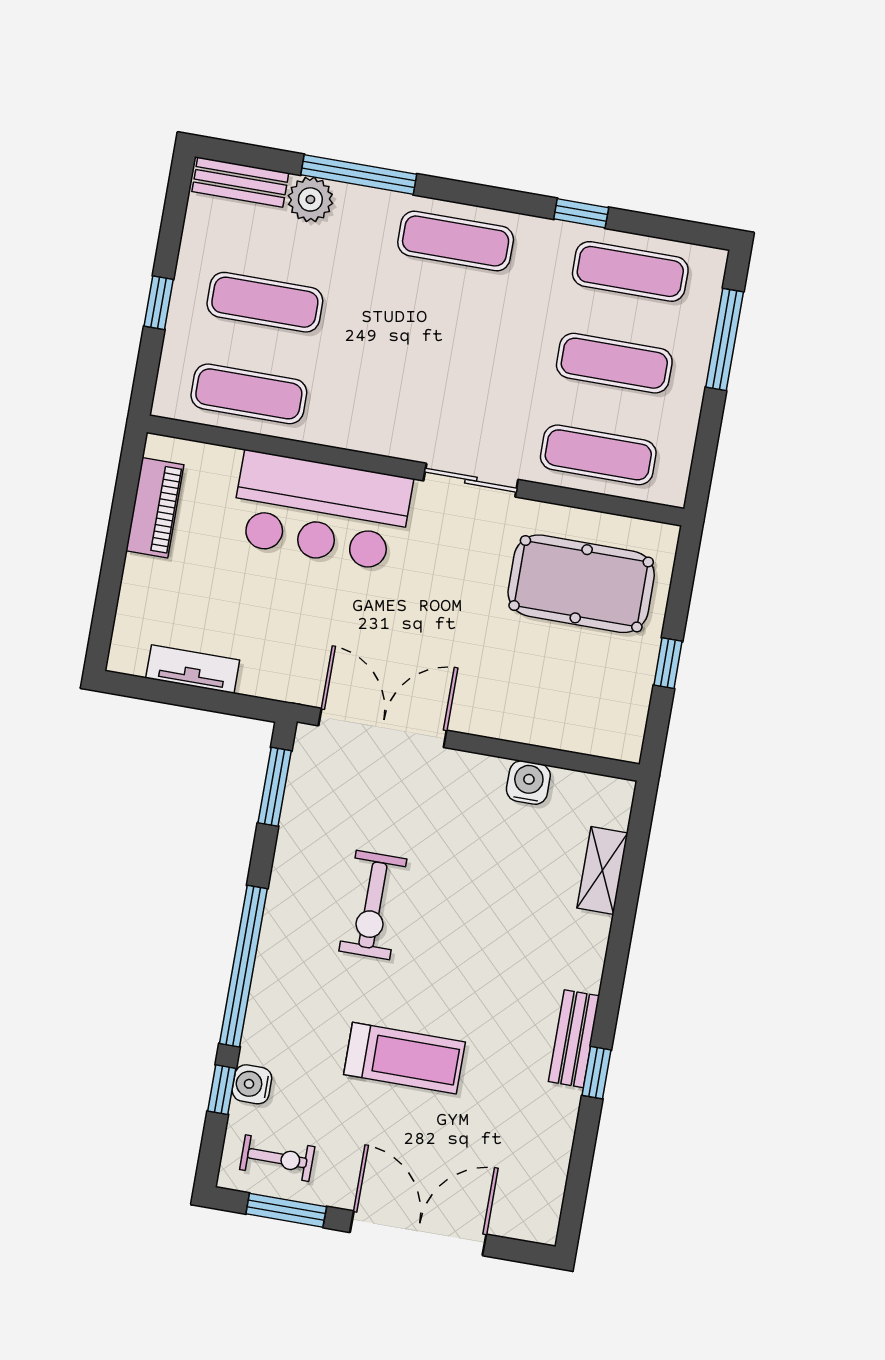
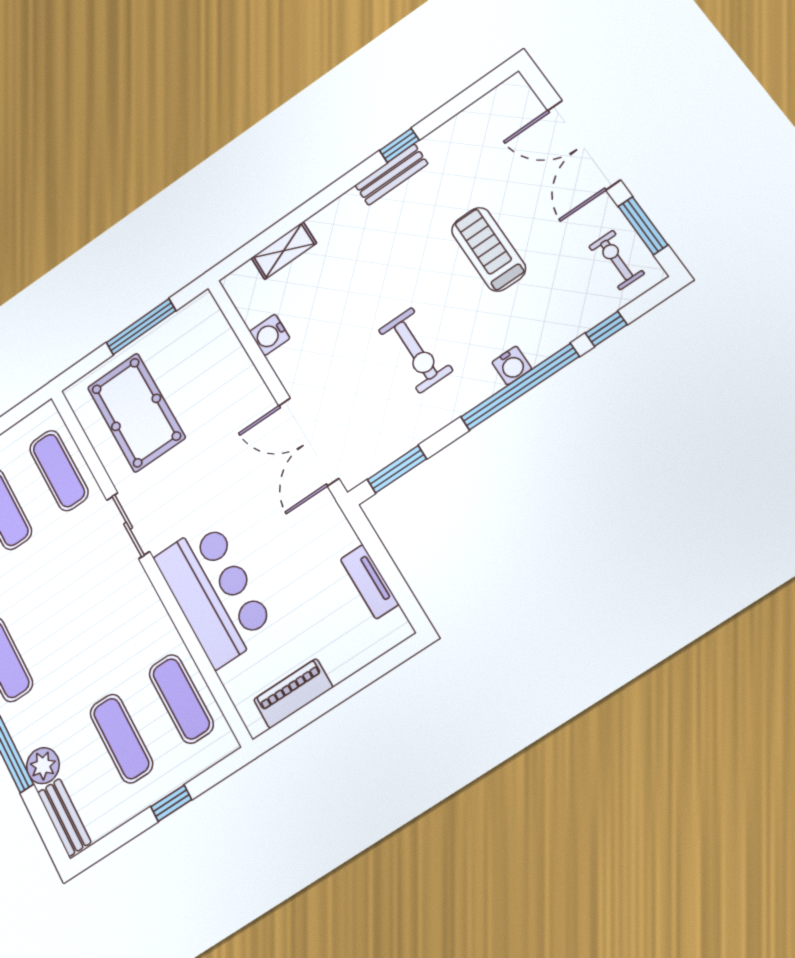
window: (668, 663) -> (141, 327), width x2.17
exercise bike: (373, 905) -> (416, 350), turned 90
water cooler: (252, 1084) -> (512, 365), moved

